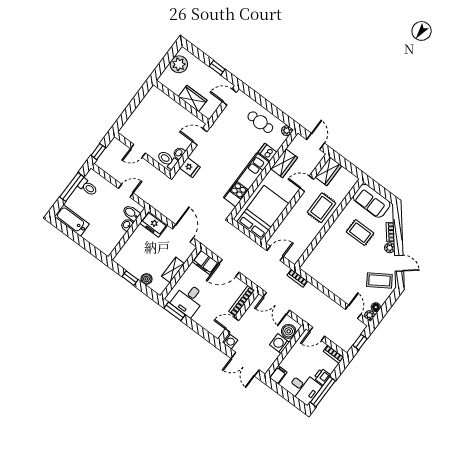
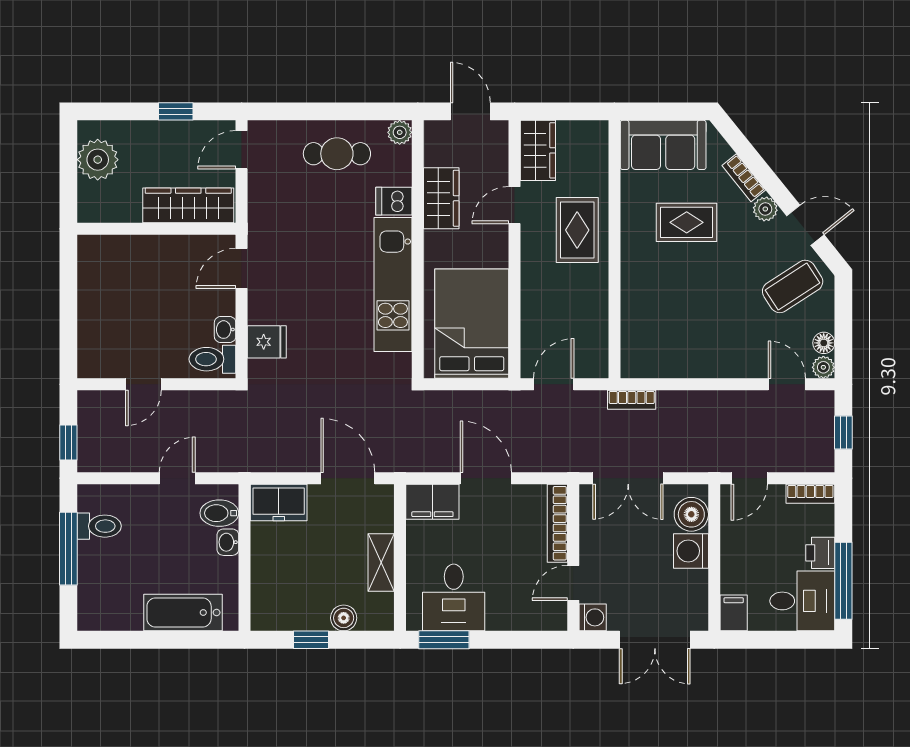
wardrobe: (193, 98) -> (188, 205), width x1.50
bathtub: (72, 220) -> (183, 613), moved
door: (229, 268) -> (486, 478), swing flipped

